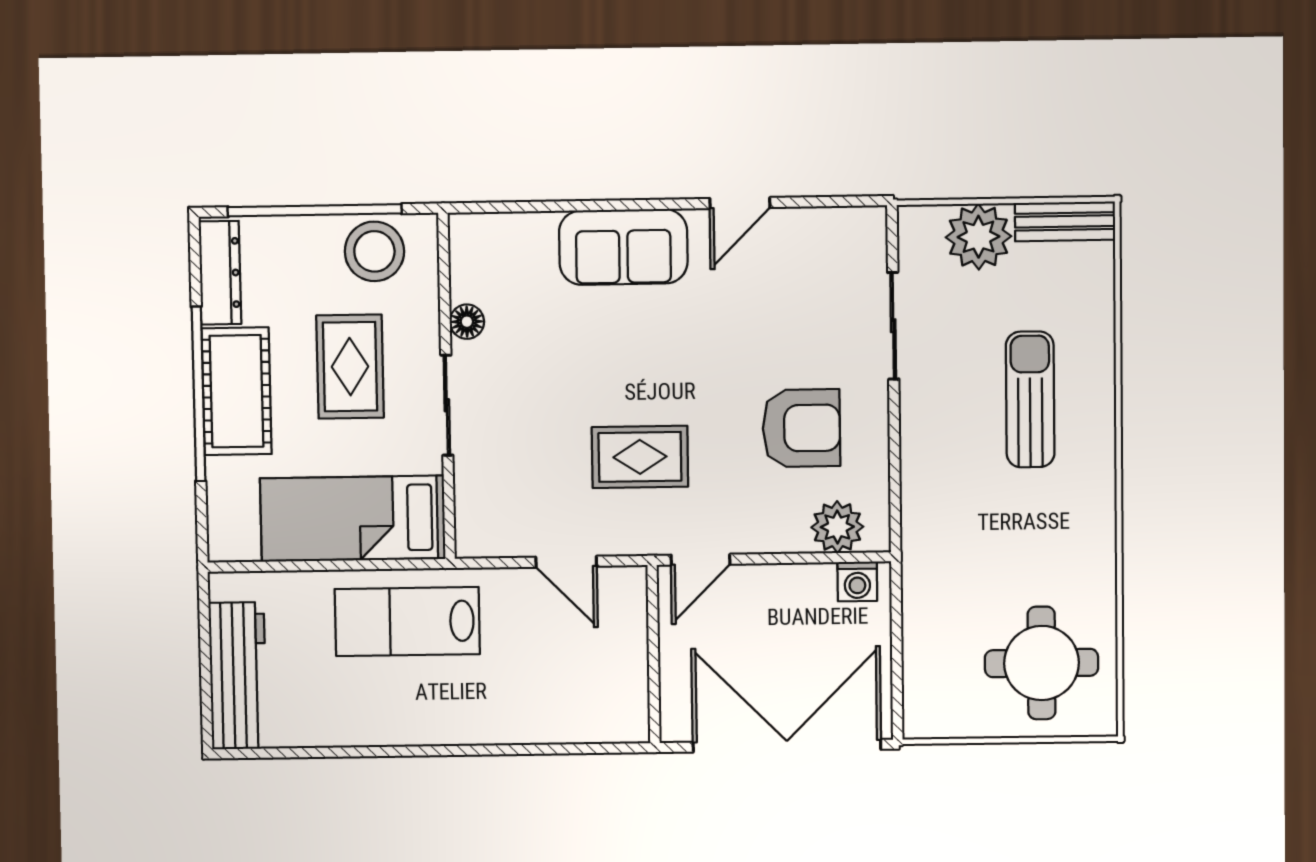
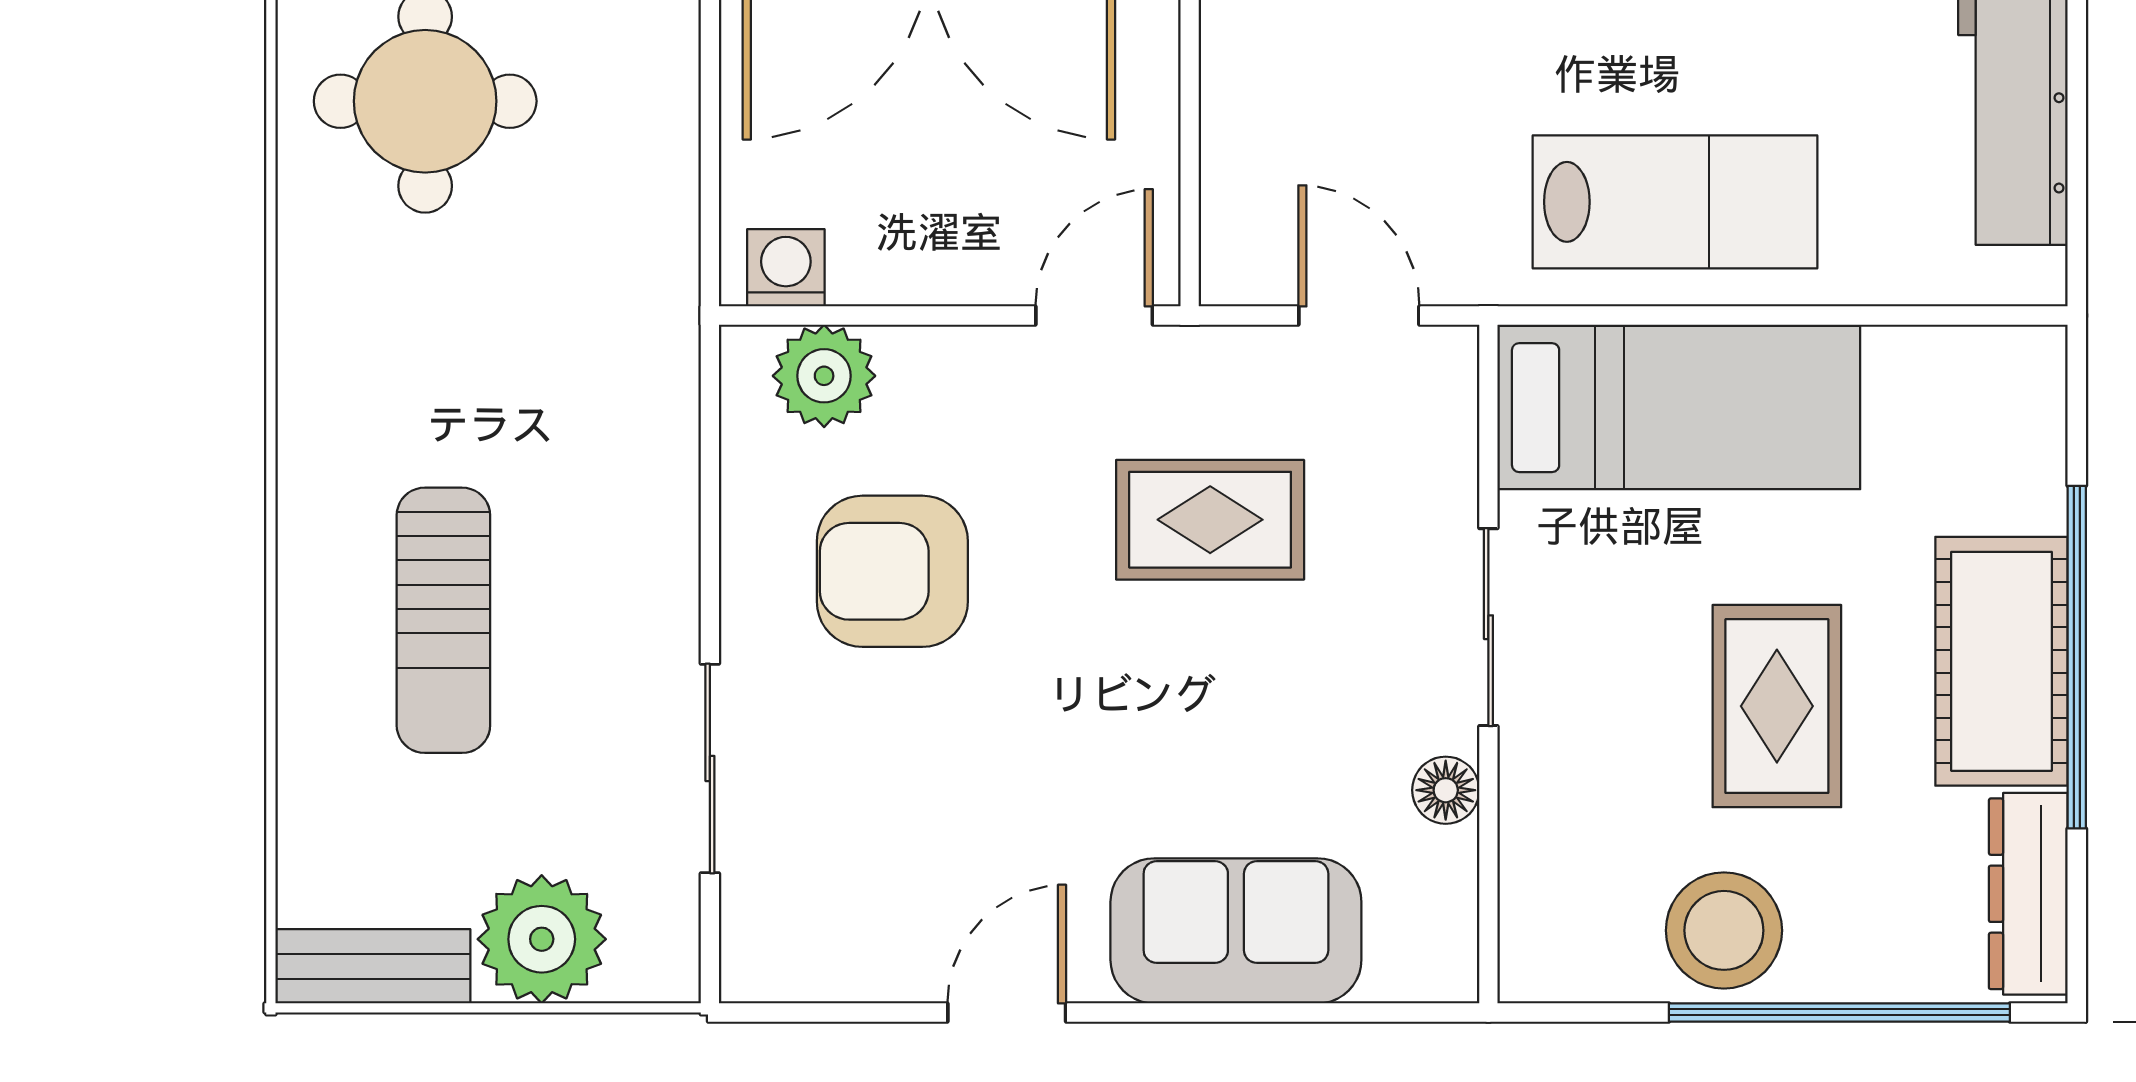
floor lamp: (467, 322) -> (1446, 790), moved
wall: (446, 386) -> (1488, 664), moved
sliding door: (447, 405) -> (1488, 627), moved
bed: (353, 518) -> (1679, 408), moved

